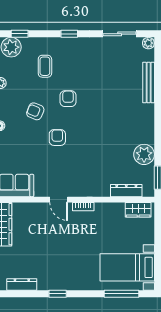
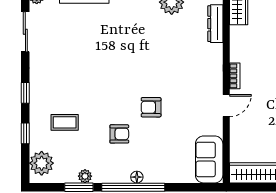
window: (20, 34) -> (25, 133), moved
armchair: (68, 99) -> (104, 94), removed
armchair: (35, 111) -> (119, 134), turned -112

